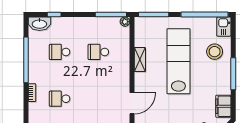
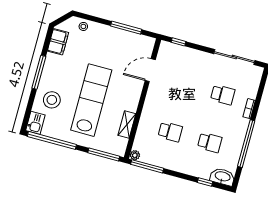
shelving: (140, 60) -> (127, 124), moved
lab bench: (178, 61) -> (91, 100), turned 180

